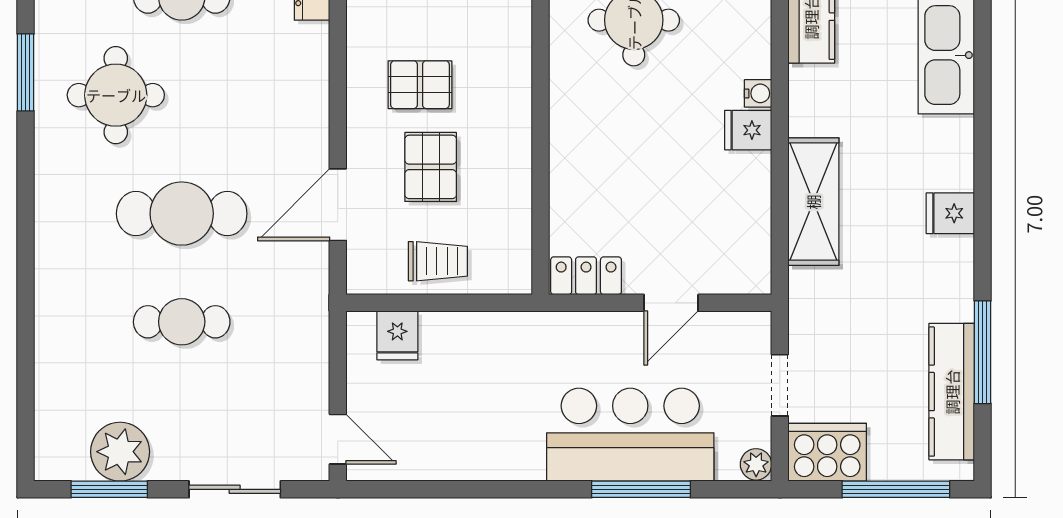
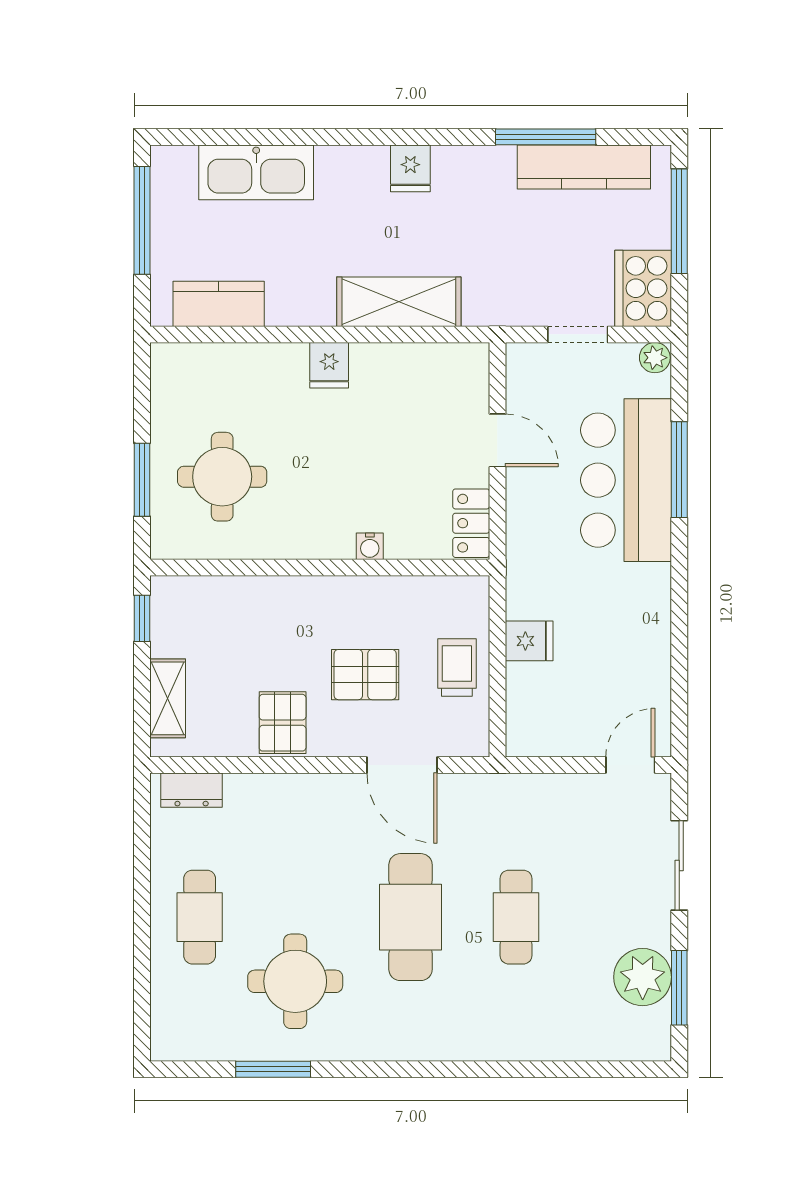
pallet: (420, 85) -> (283, 723), moved
water cooler: (758, 93) -> (370, 546), moved, turned 180
fridge: (397, 335) -> (529, 641), moved

